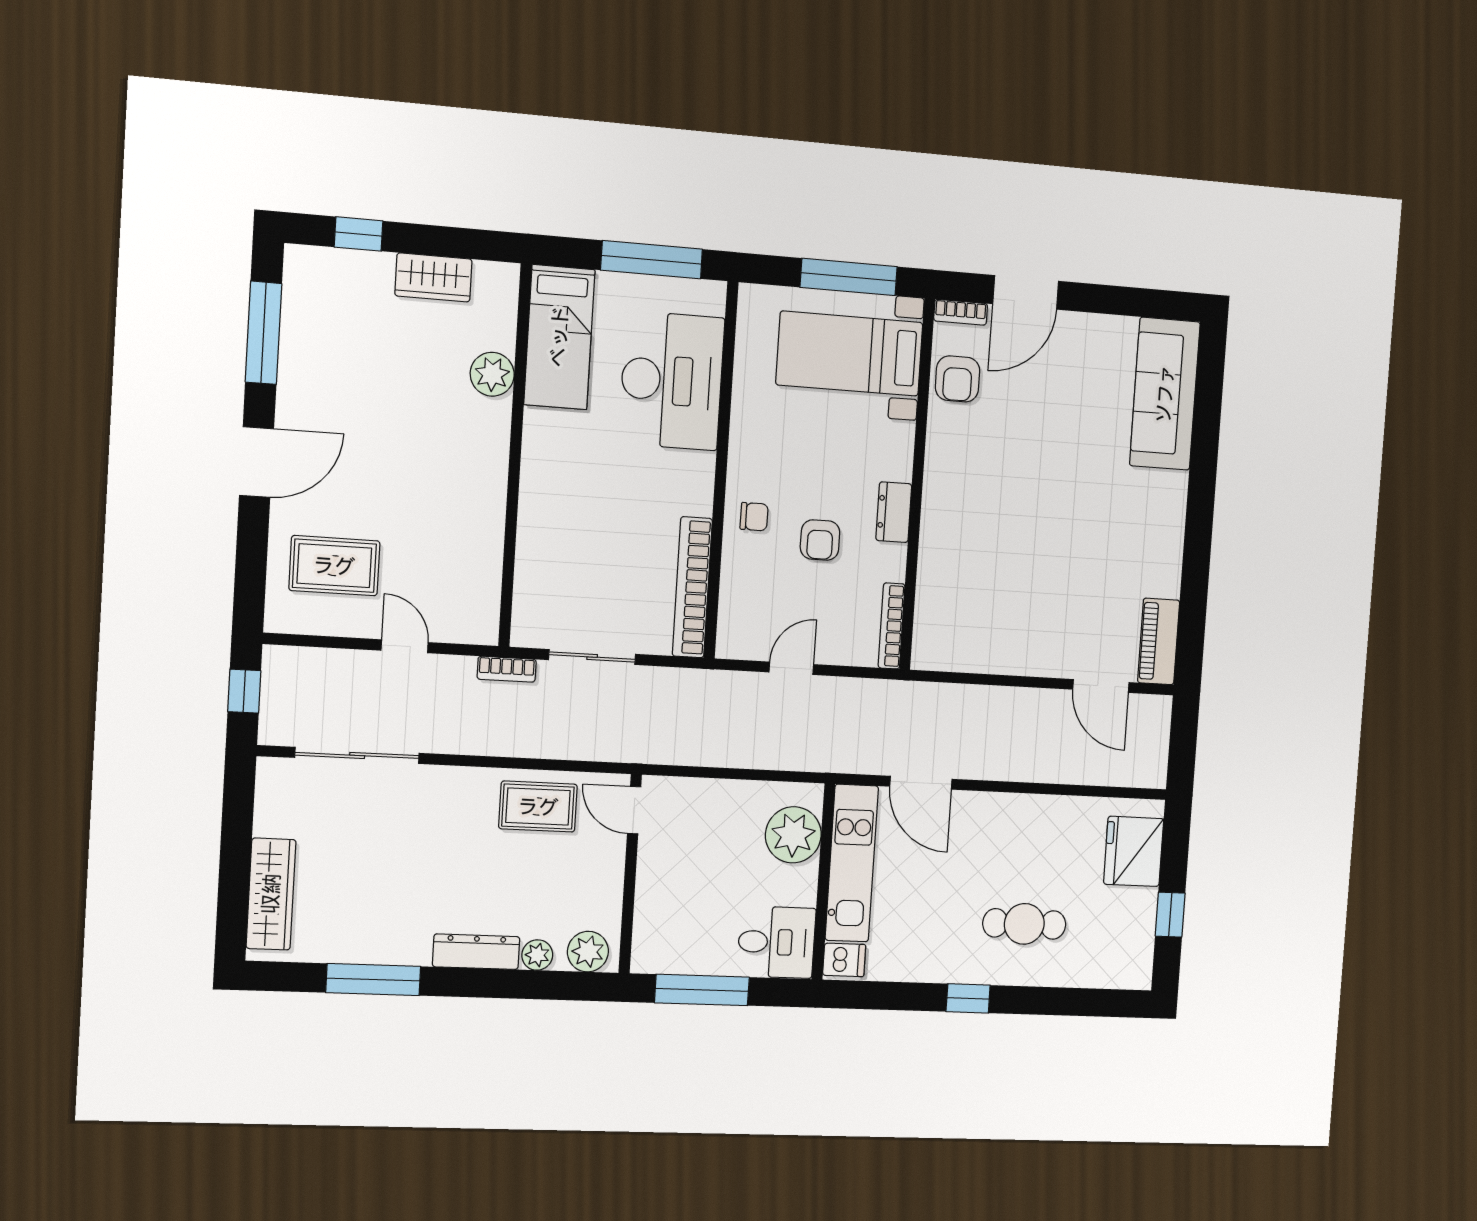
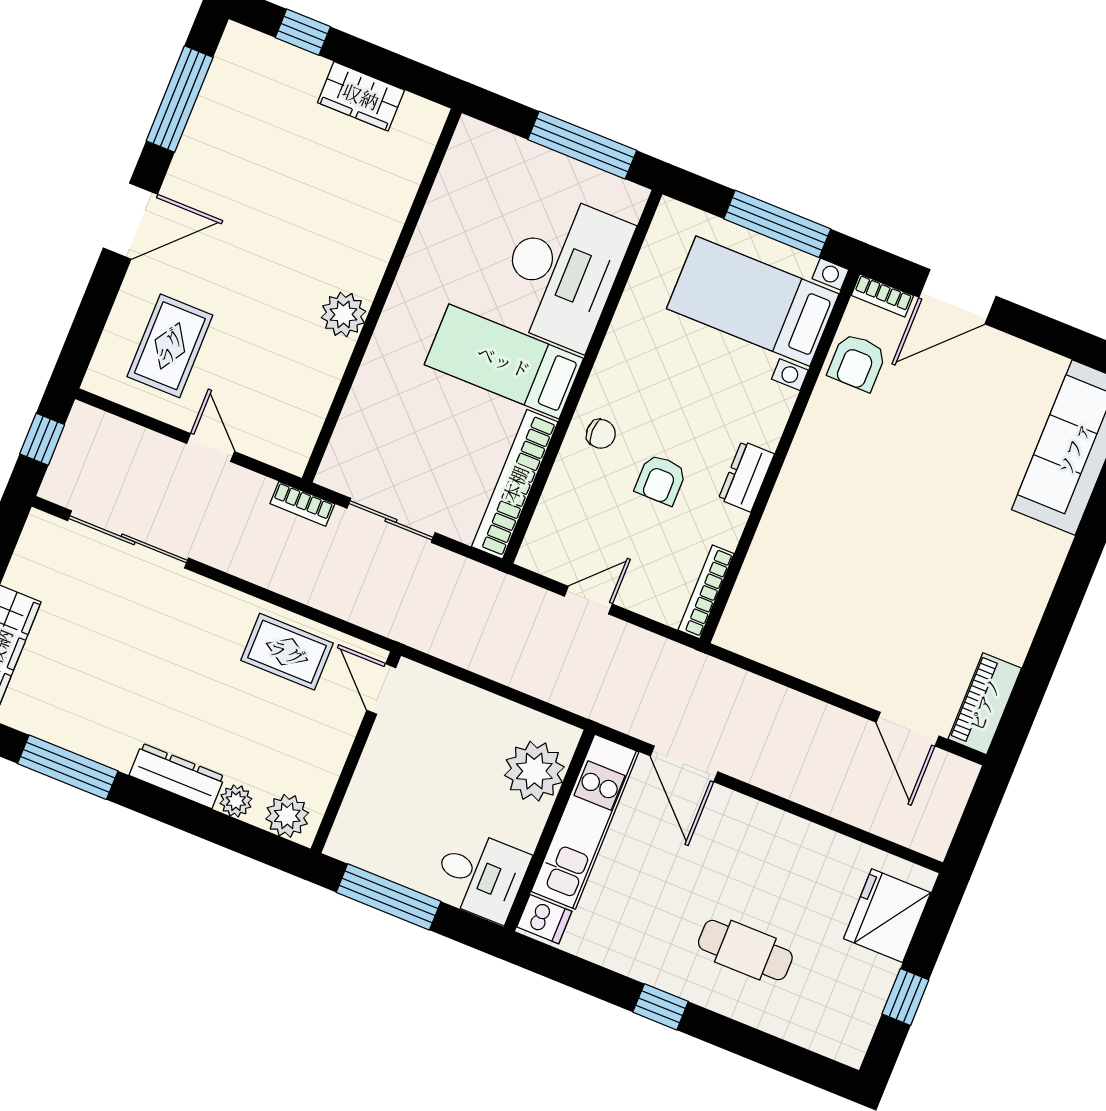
bed: (559, 337) -> (504, 361), moved, turned 90
plant: (492, 374) -> (343, 314), moved
rug: (334, 566) -> (170, 346), turned 90

